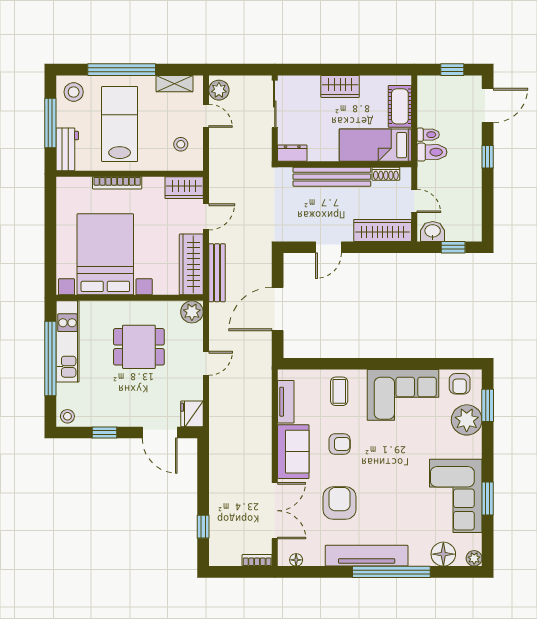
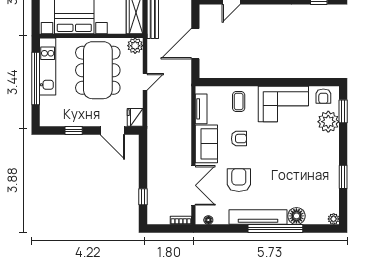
dining table: (139, 347) -> (98, 70), width x1.88, depth x1.24
stool: (67, 416) -> (48, 119), removed
corner sofa: (456, 496) -> (321, 175), removed
floor lamp: (443, 554) -> (296, 216), moved

